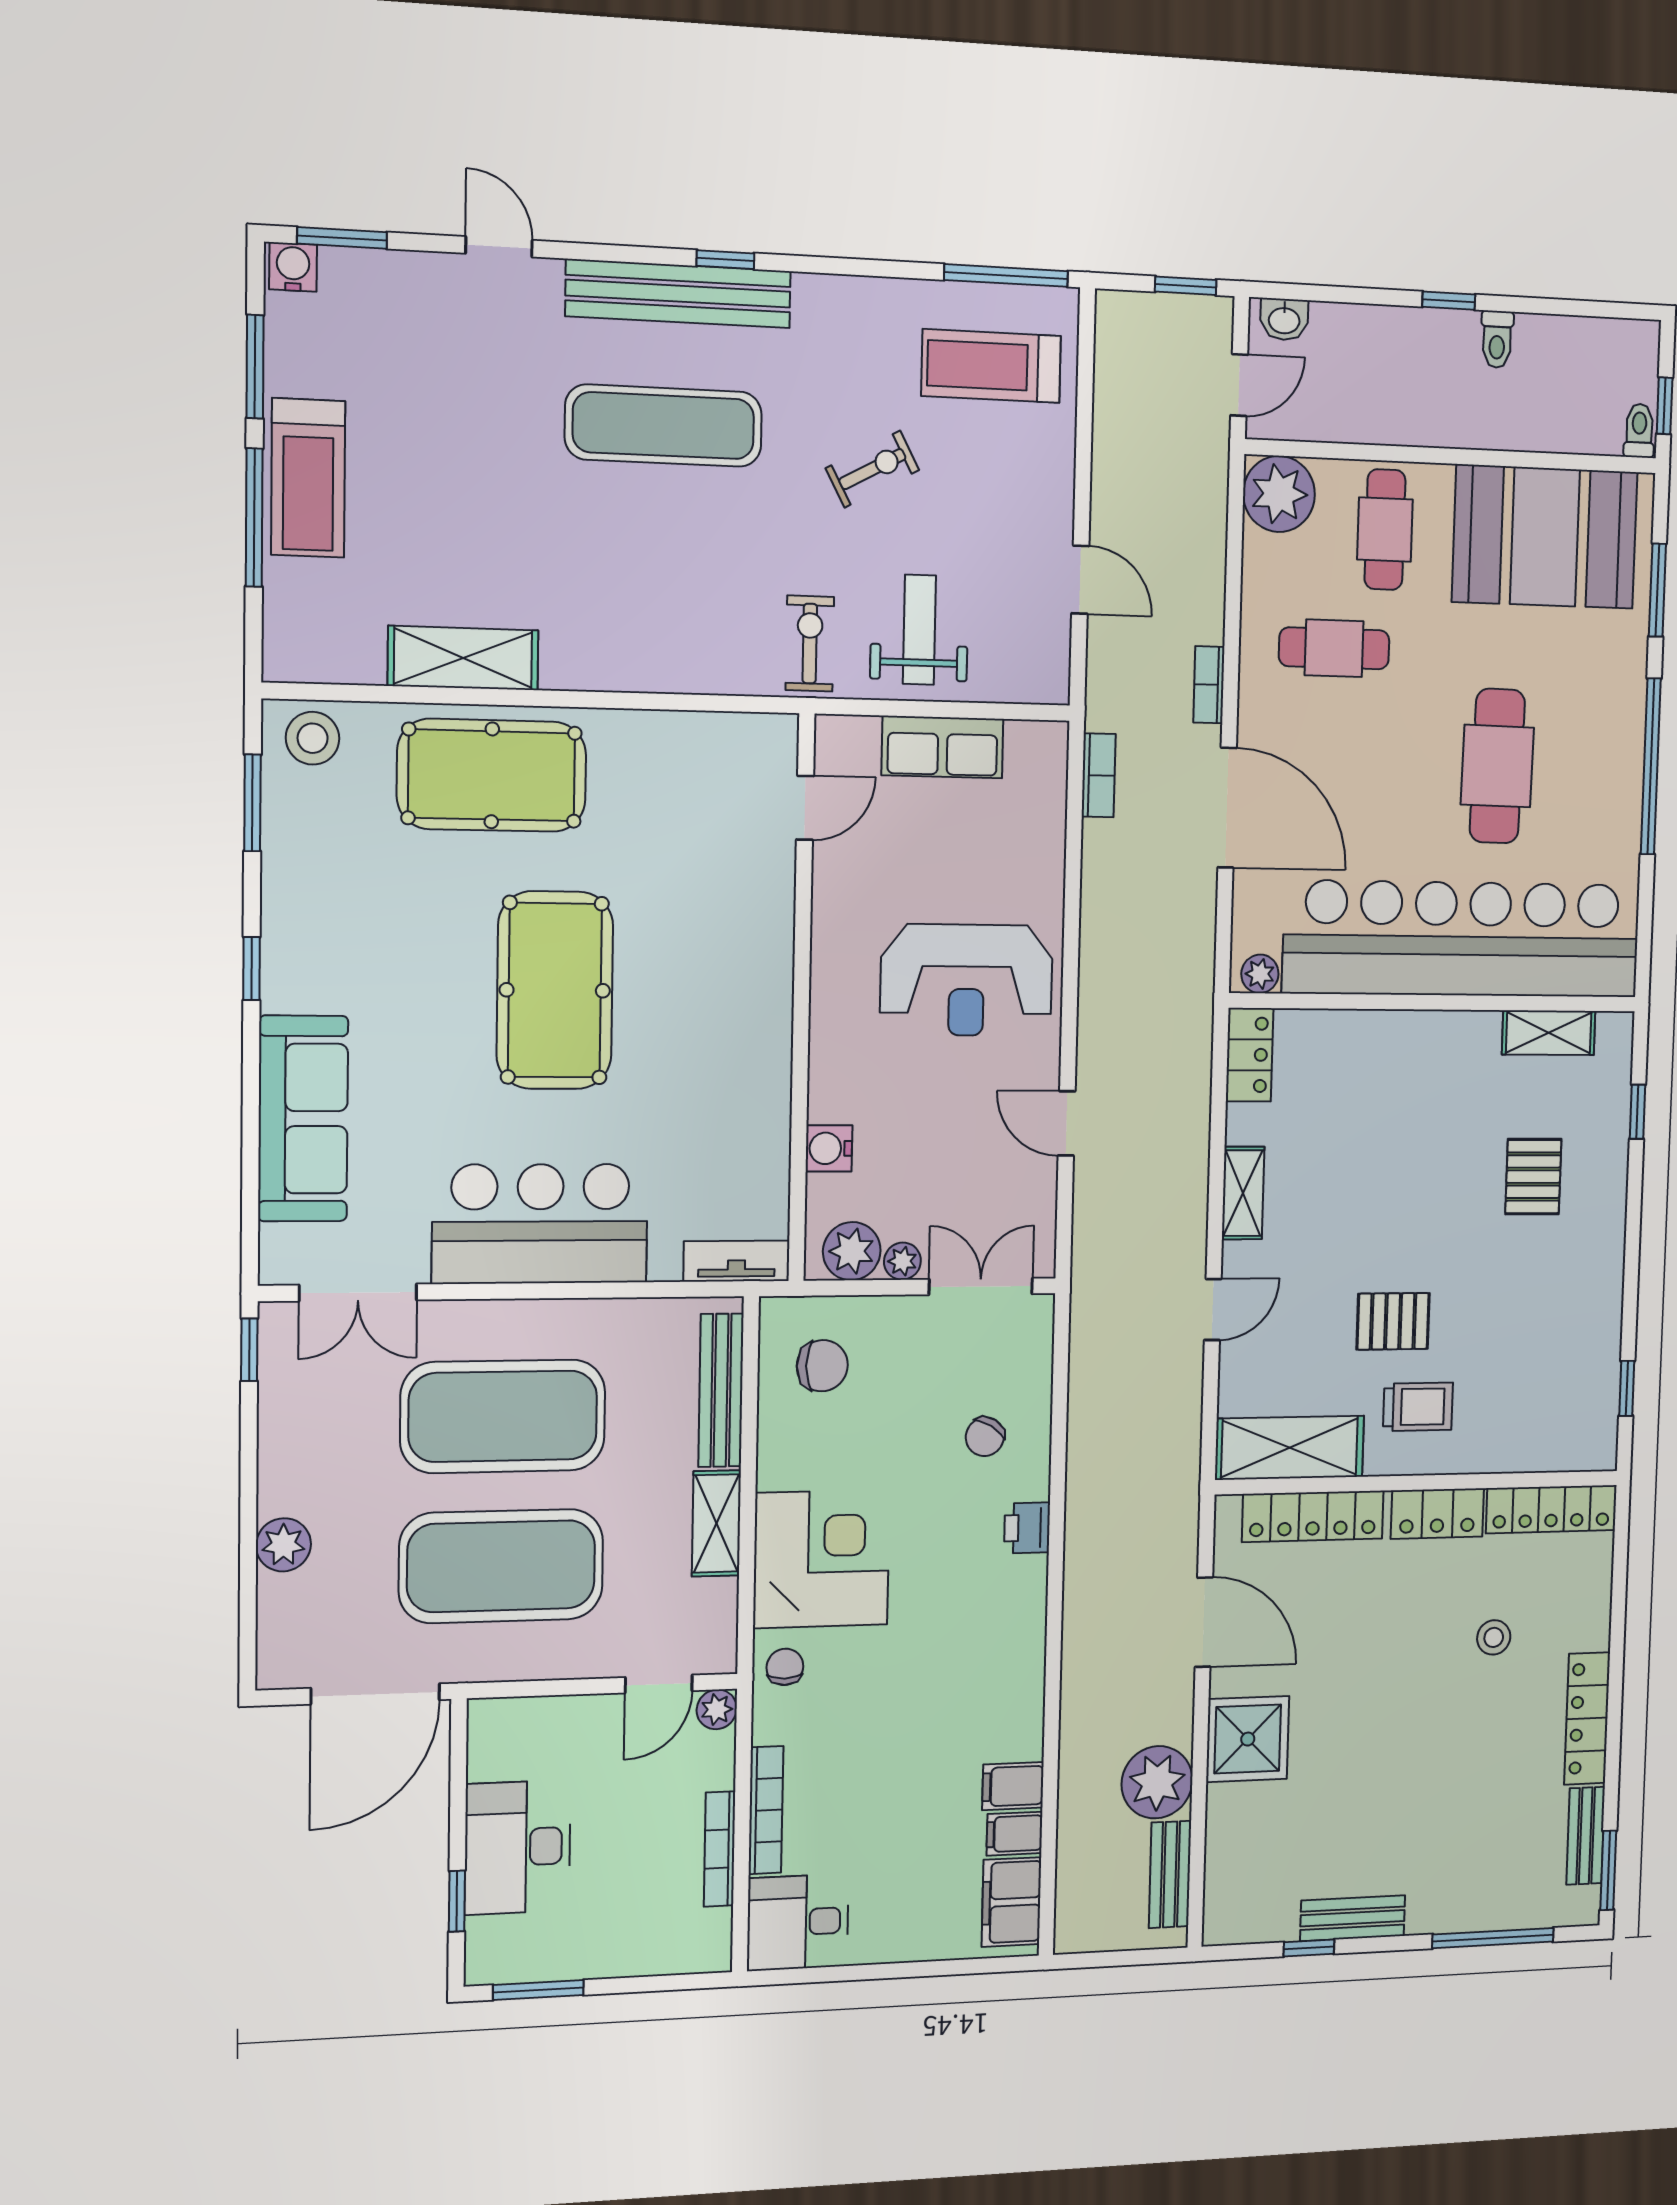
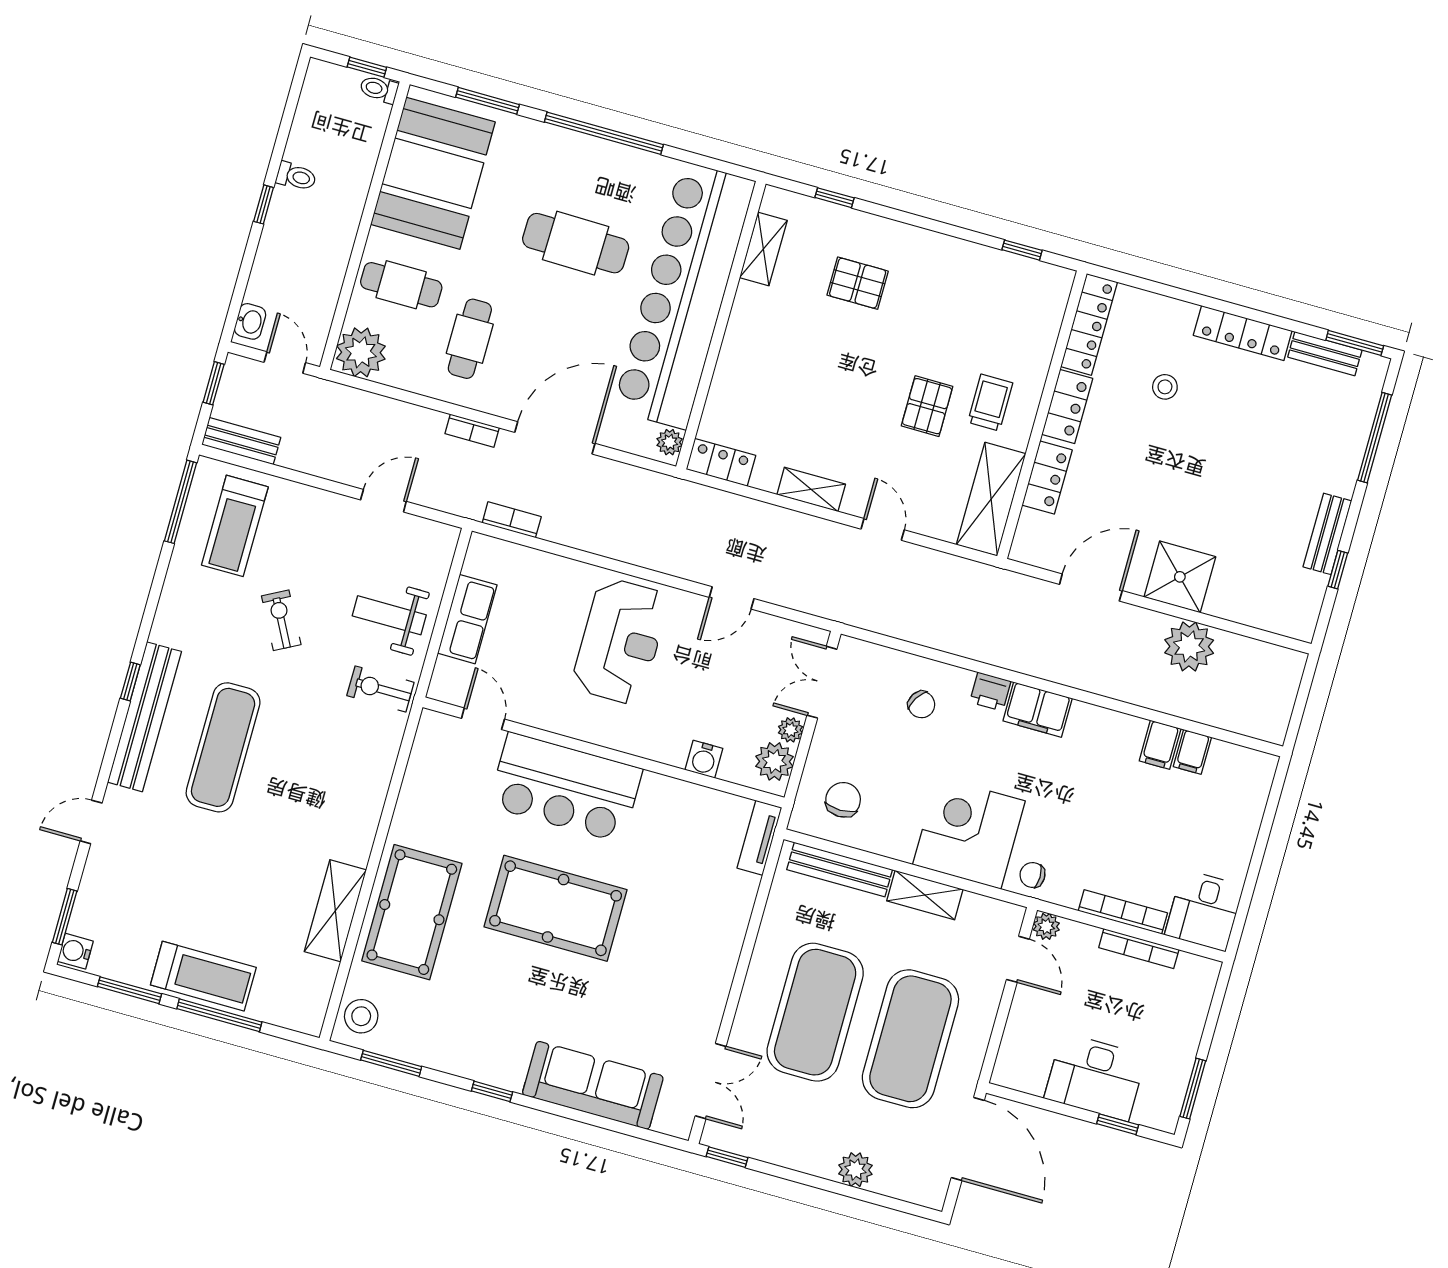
bar counter: (540, 1224) -> (565, 787), moved, turned -90
locker: (1313, 1516) -> (1047, 477), width x0.66
bench: (1170, 1874) -> (241, 441), moved
filing cabinet: (1011, 1902) -> (1038, 710), moved

